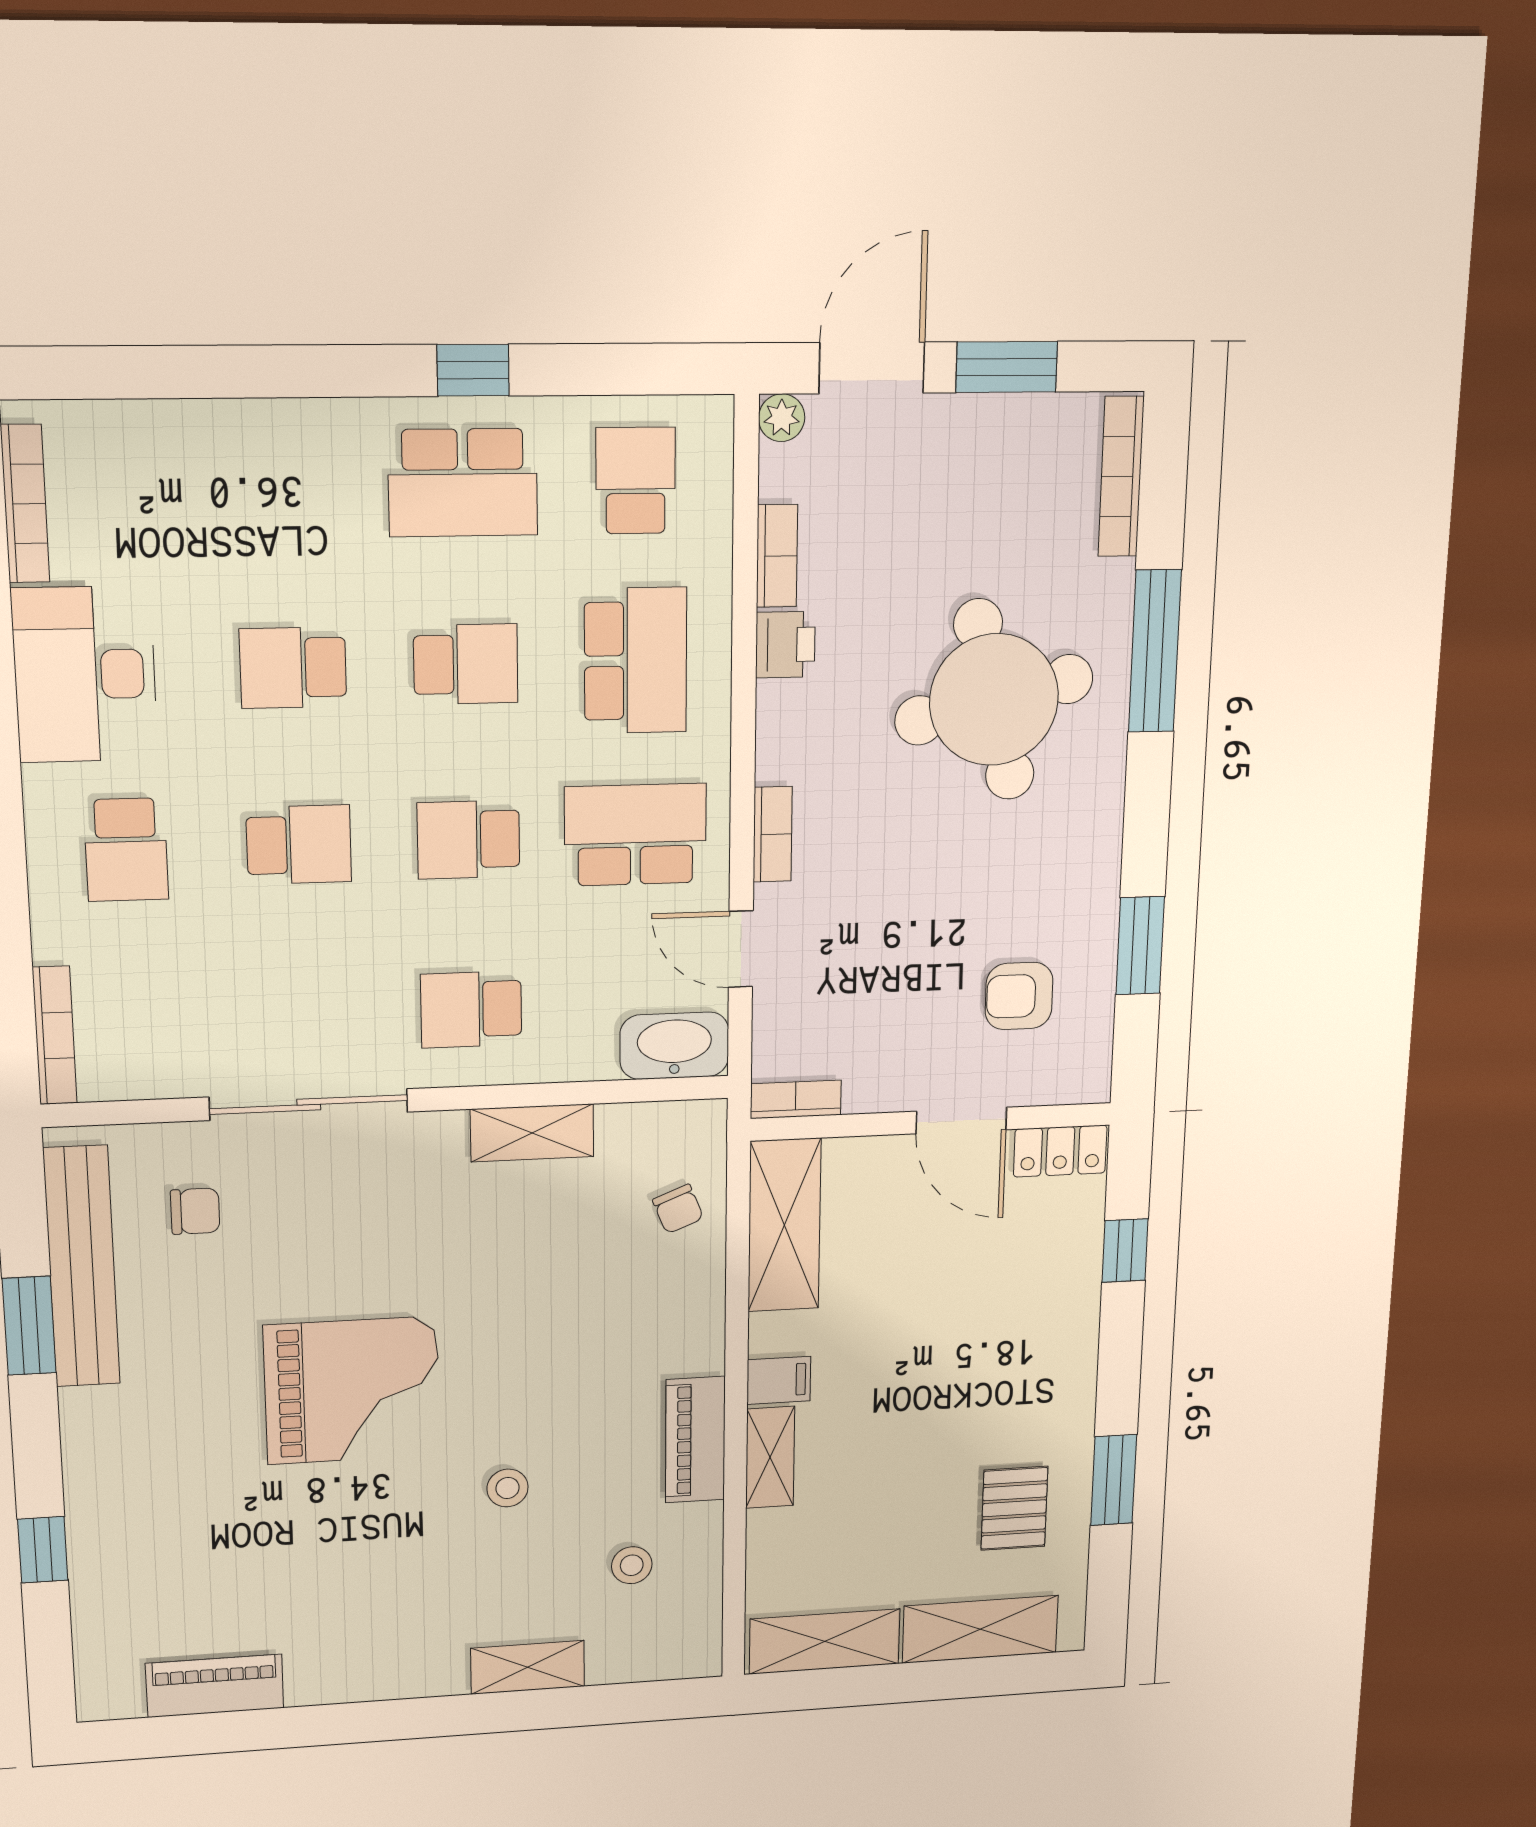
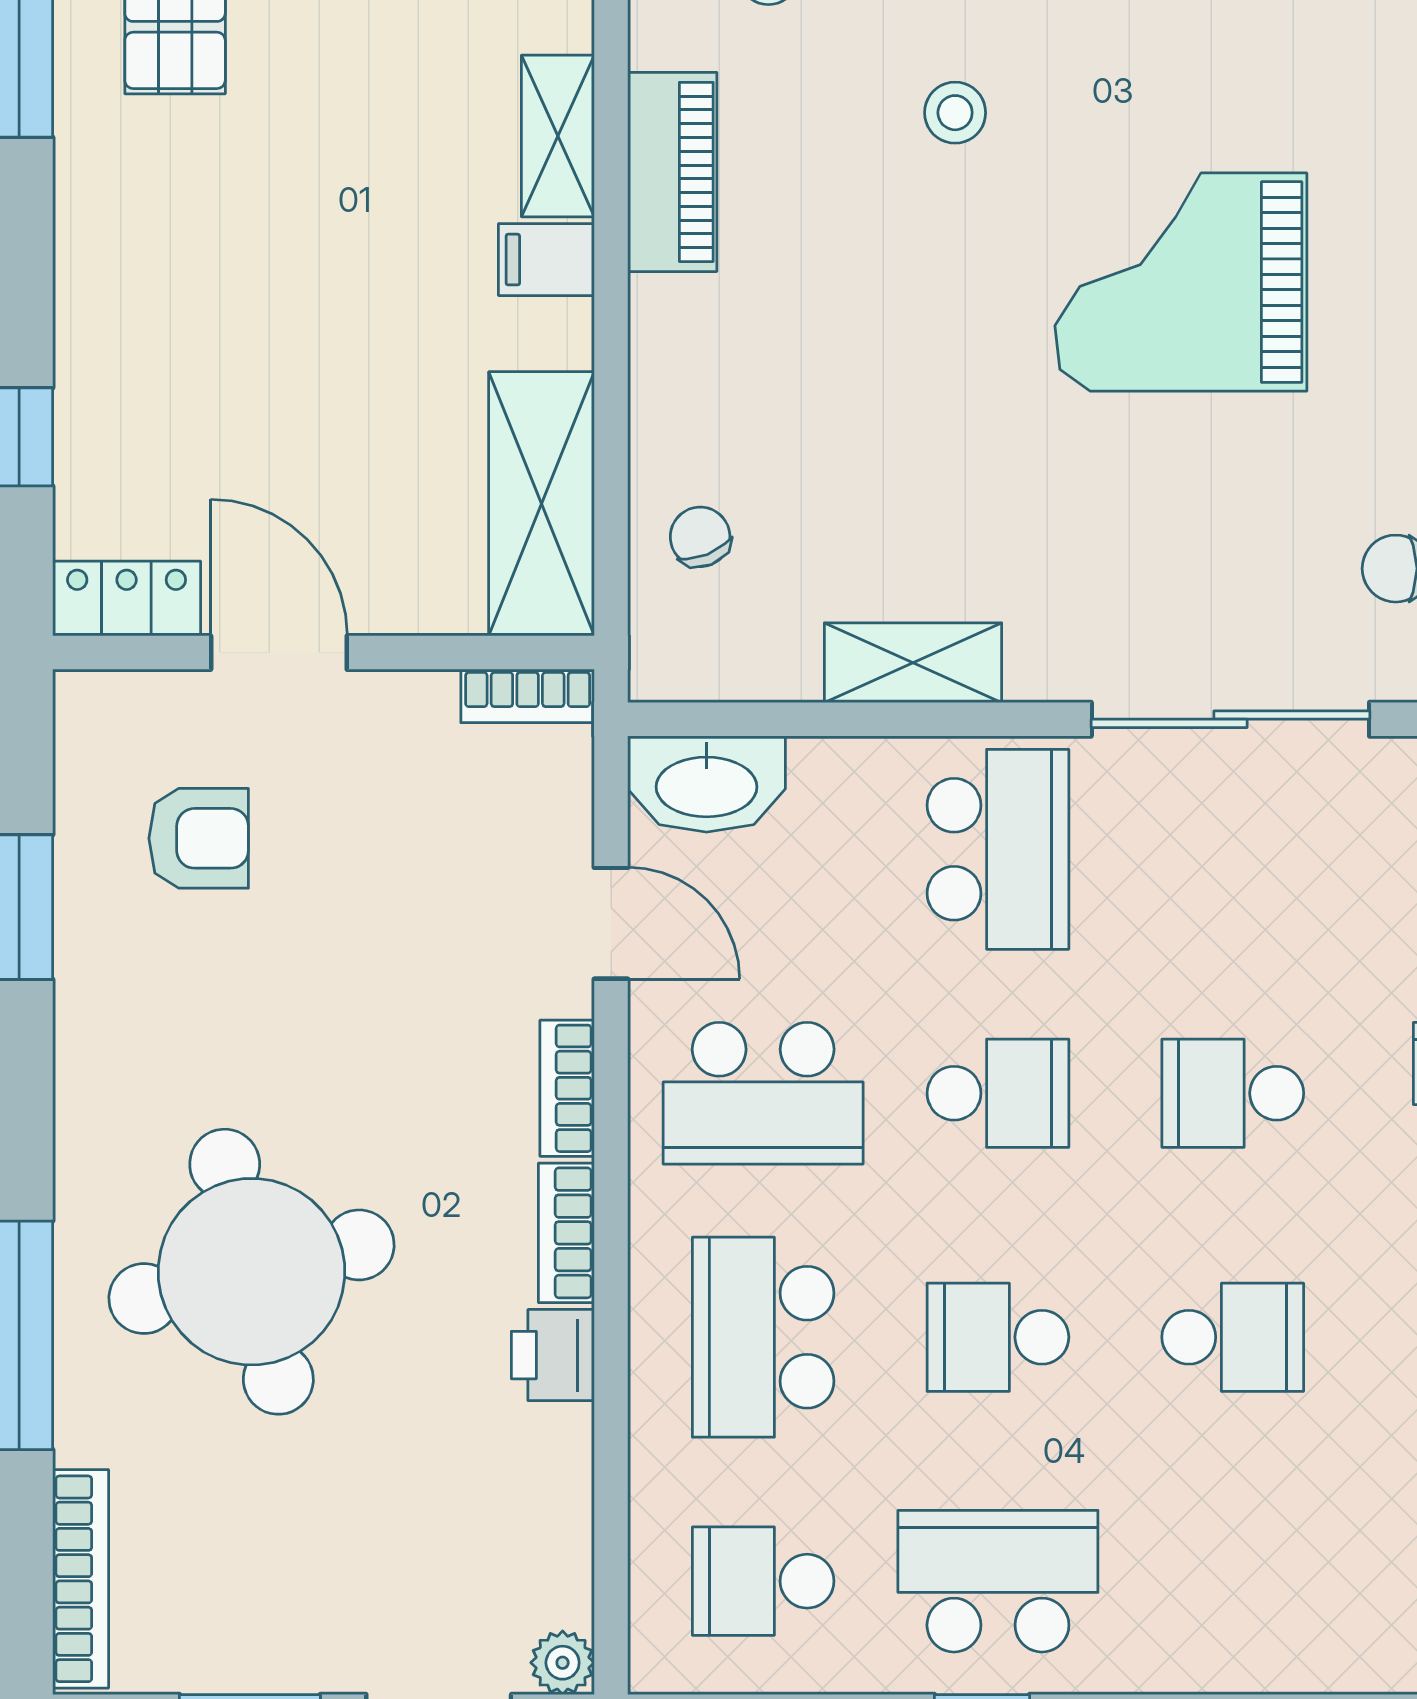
school desk: (636, 481) -> (763, 1581), turned 90
bookcase: (777, 556) -> (566, 1233), moved
school desk: (471, 1009) -> (998, 849), width x1.85

